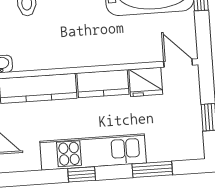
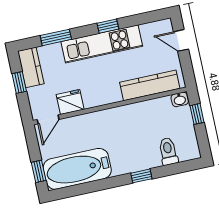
door: (178, 63) -> (48, 119), hinge flipped
kitchen counter: (103, 84) -> (31, 67), moved, turned 90

